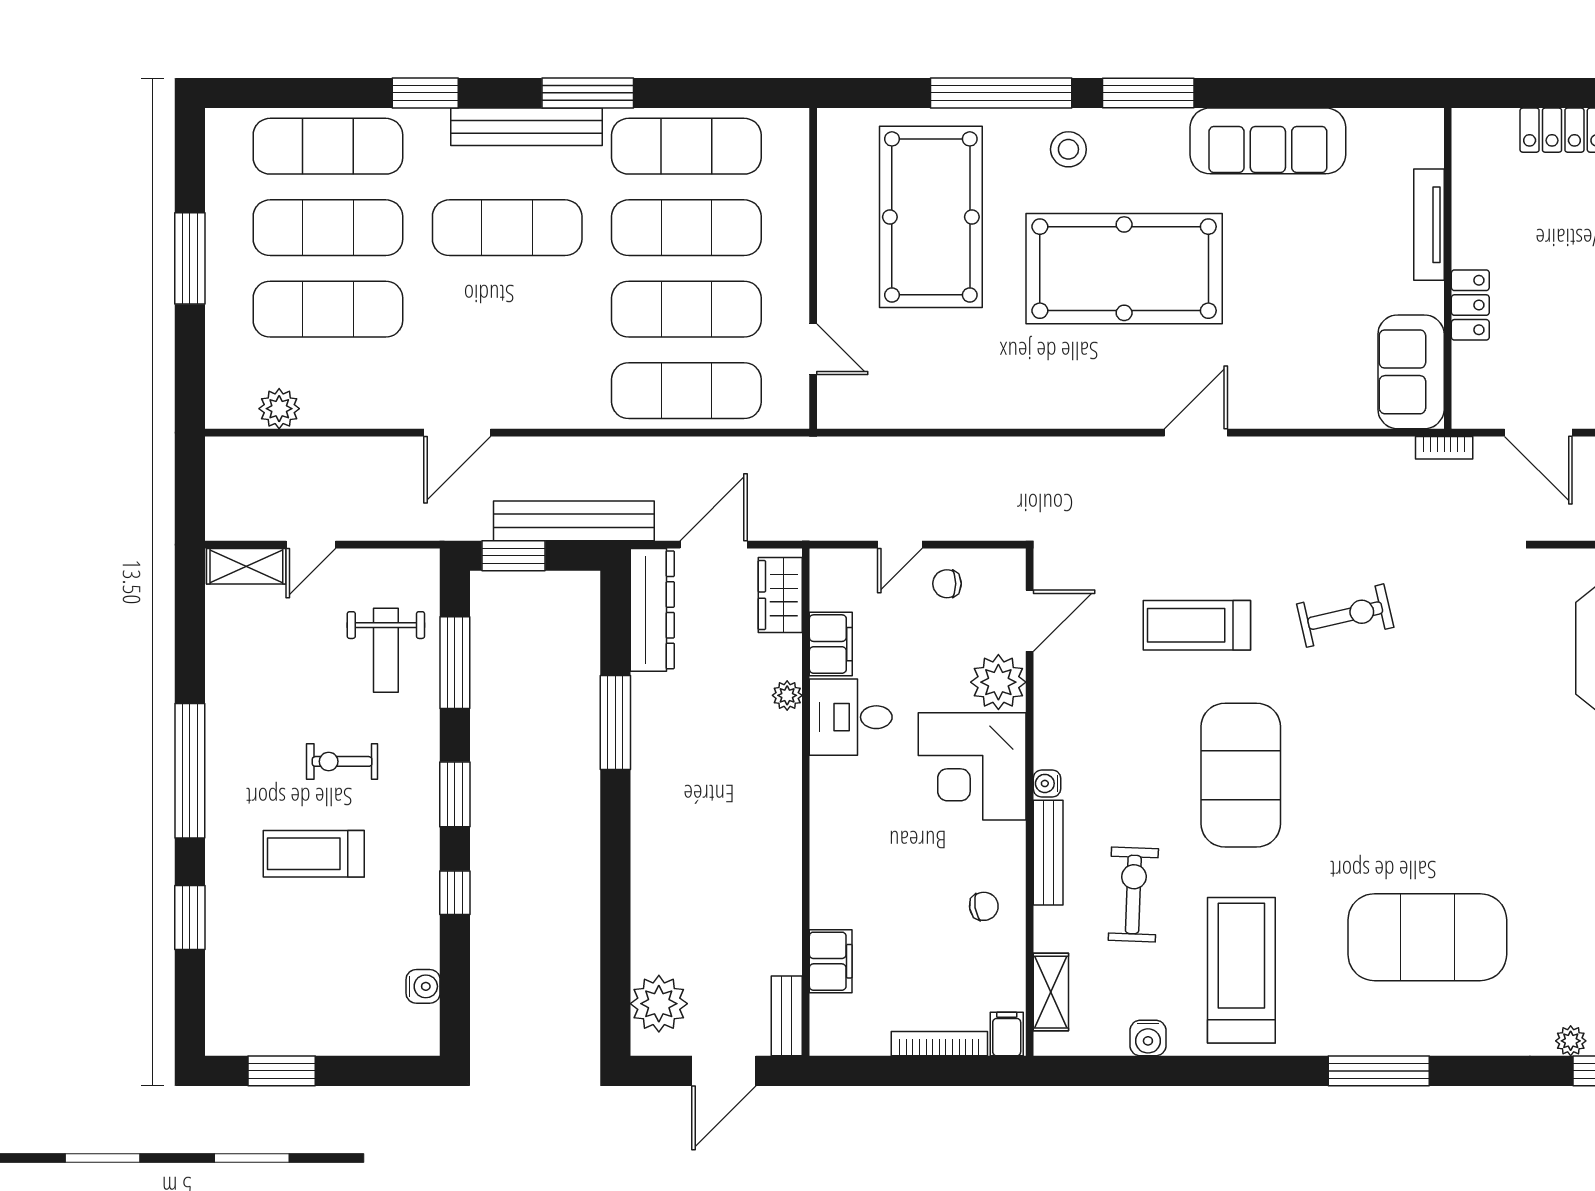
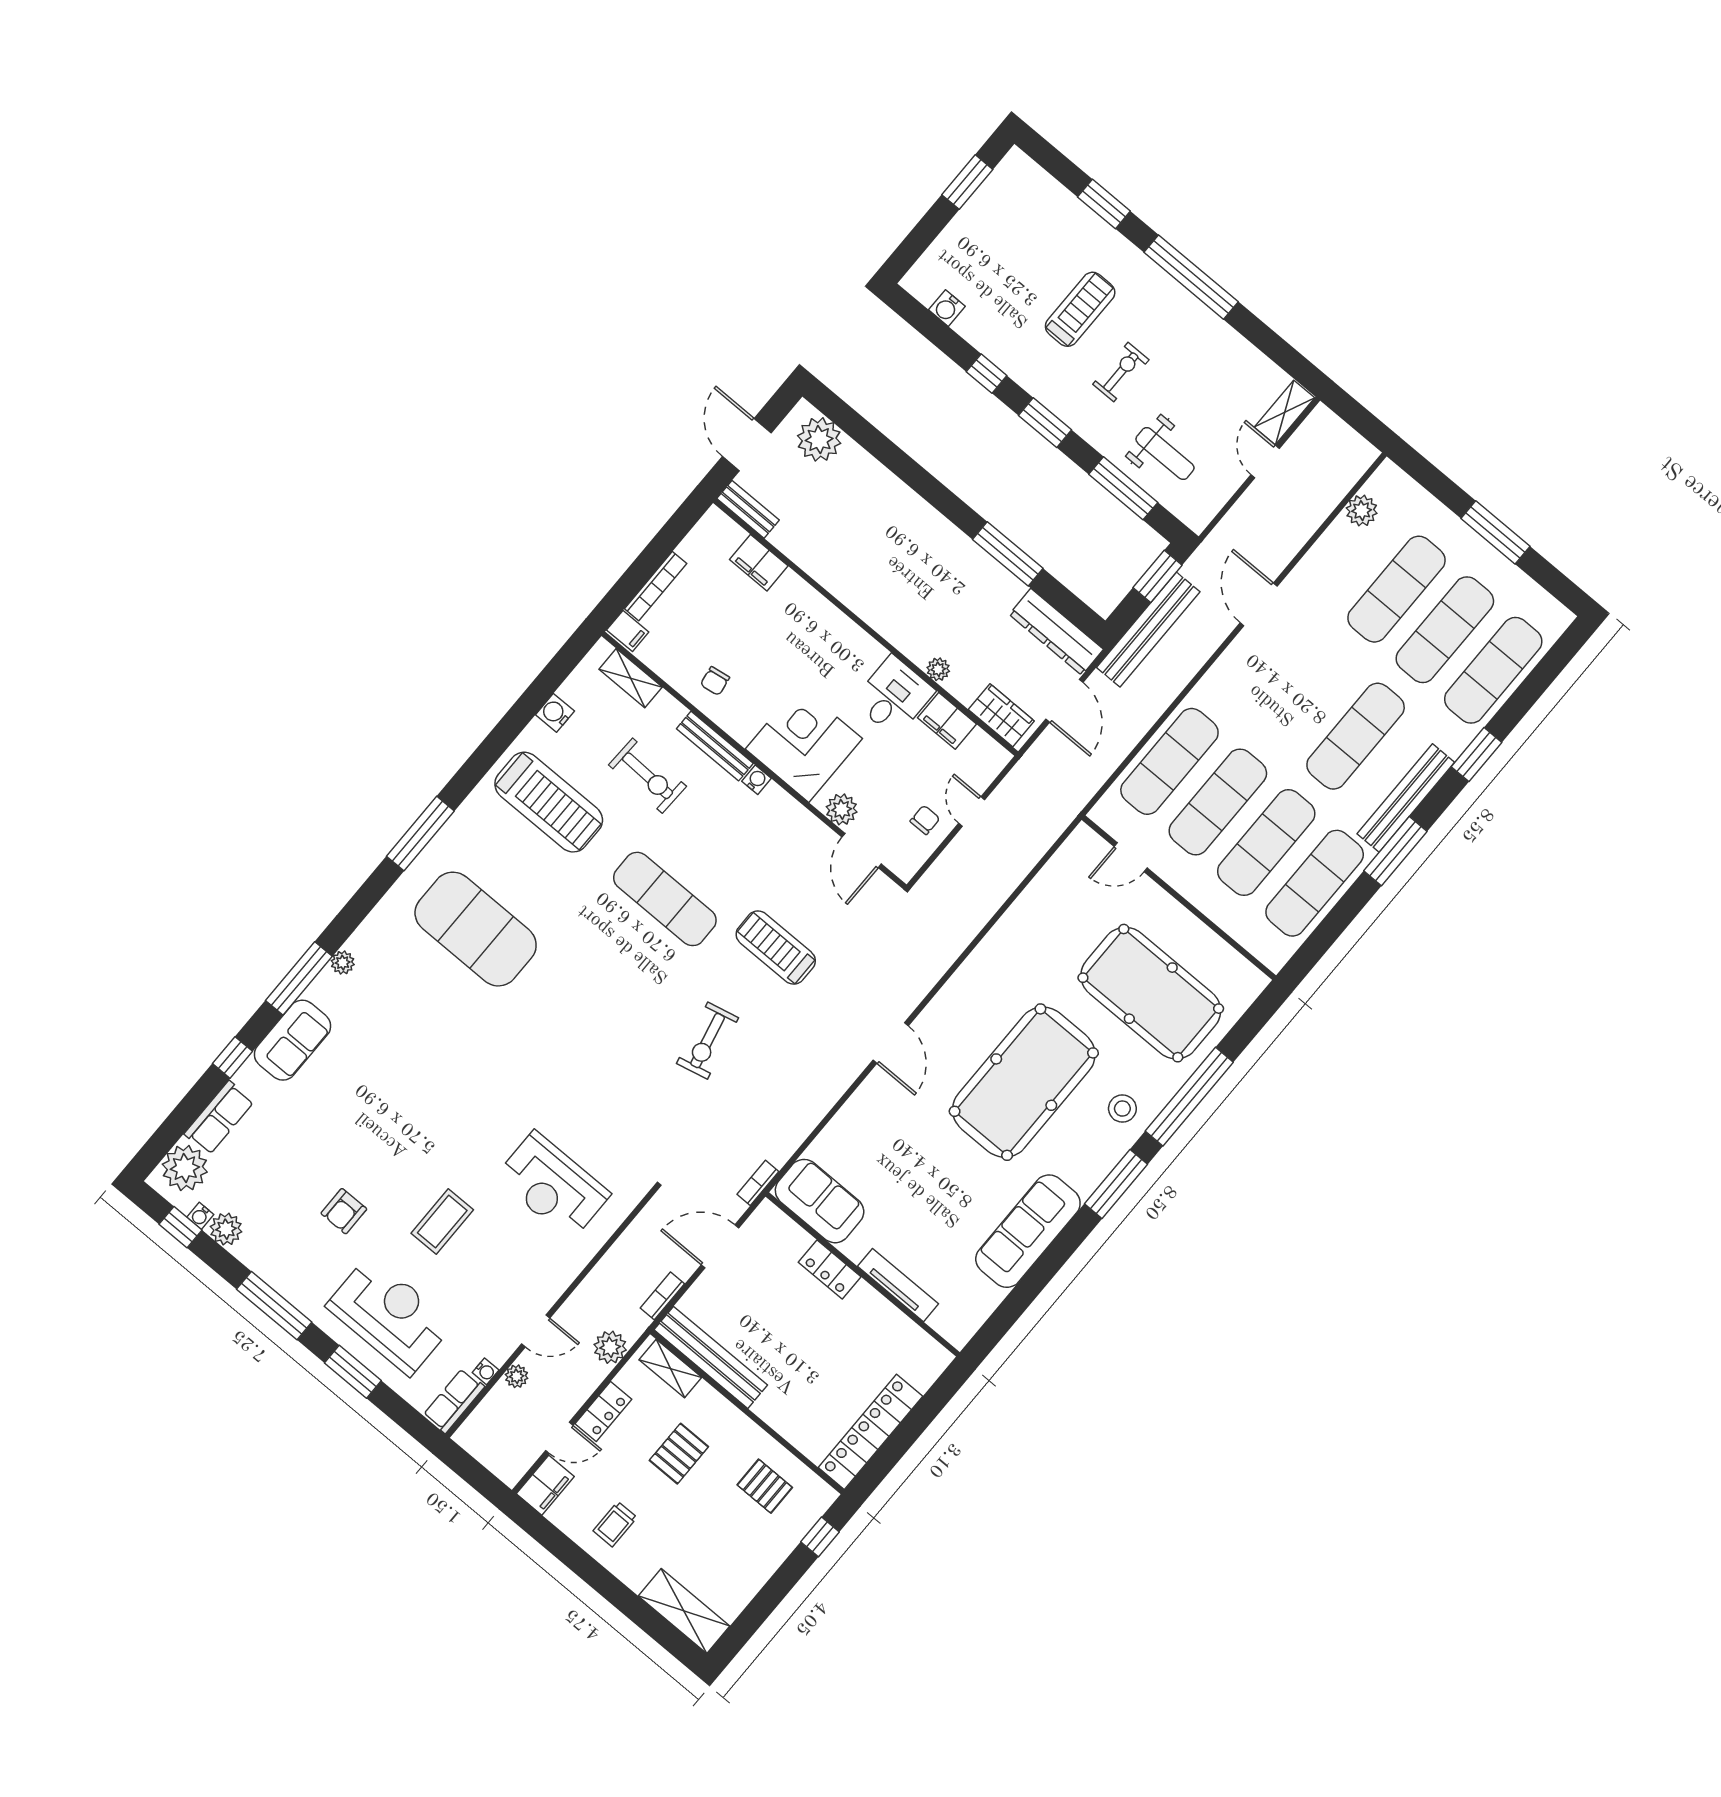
treadmill: (1197, 625) -> (776, 948), turned -90
weight bench: (386, 650) -> (1165, 454), turned 180
plant: (998, 682) -> (842, 809), width x0.73, depth x0.73
exercise mat: (1241, 775) -> (665, 899), width x0.68
exercise mat: (1427, 937) -> (476, 929), turned 90

